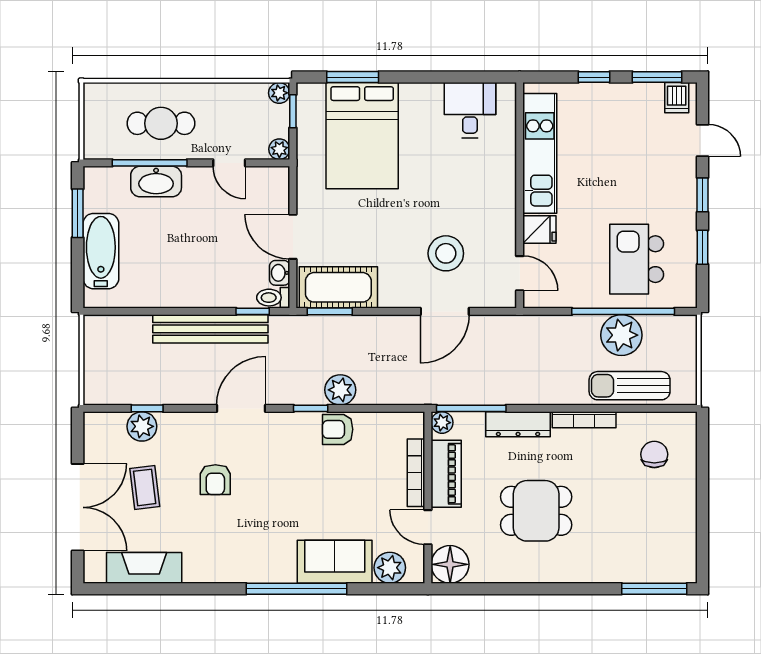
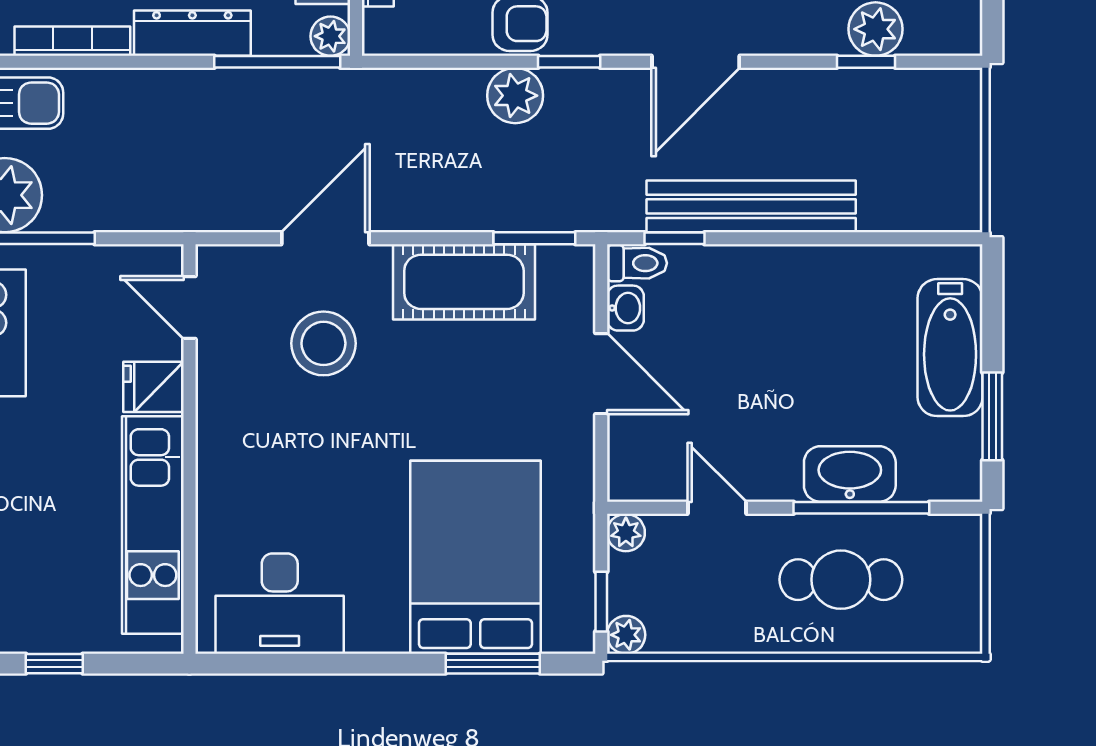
desk: (470, 110) -> (280, 604), width x1.37
cot: (338, 287) -> (464, 282), moved

